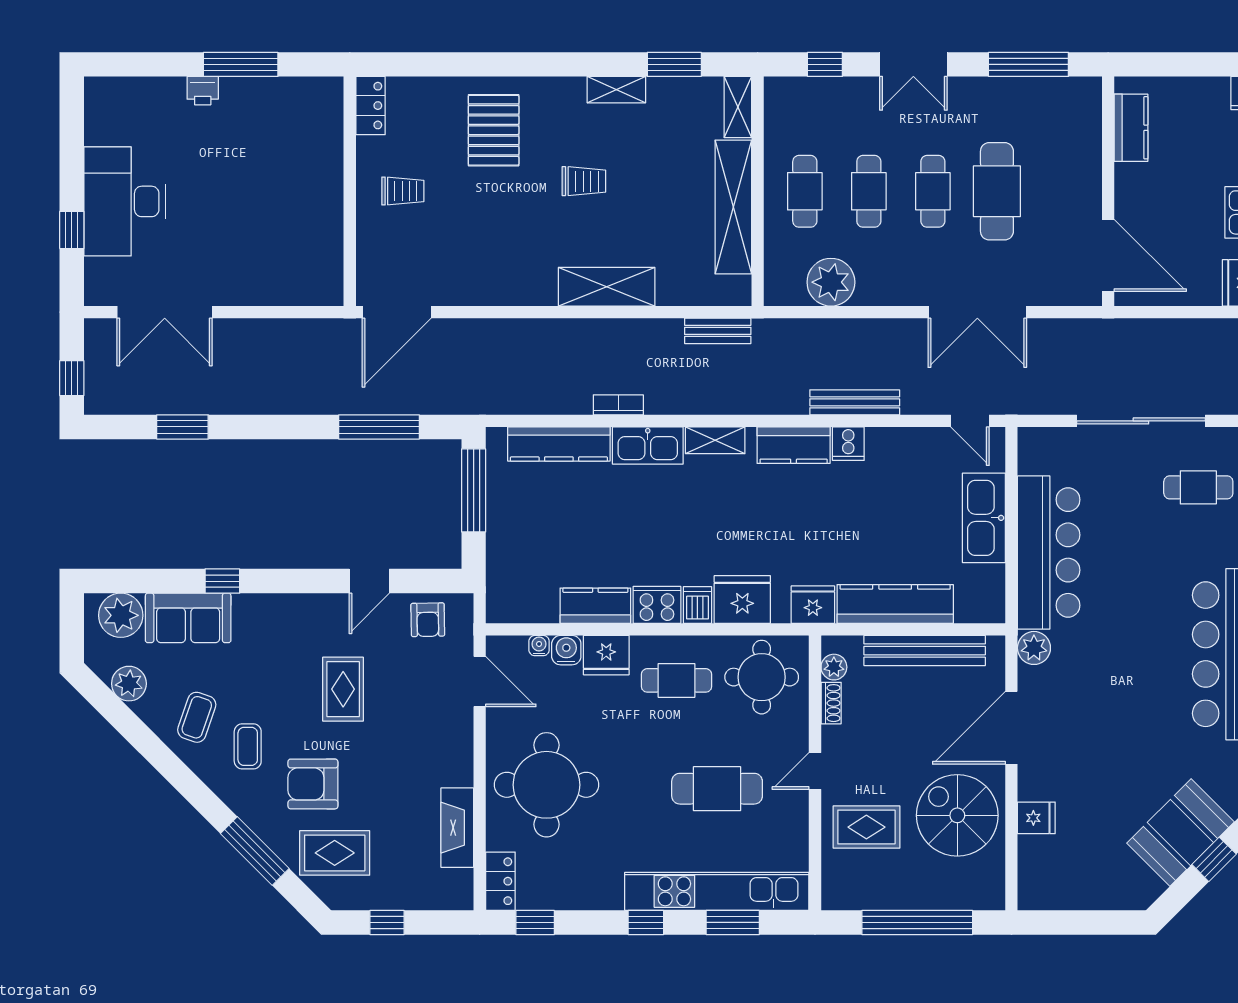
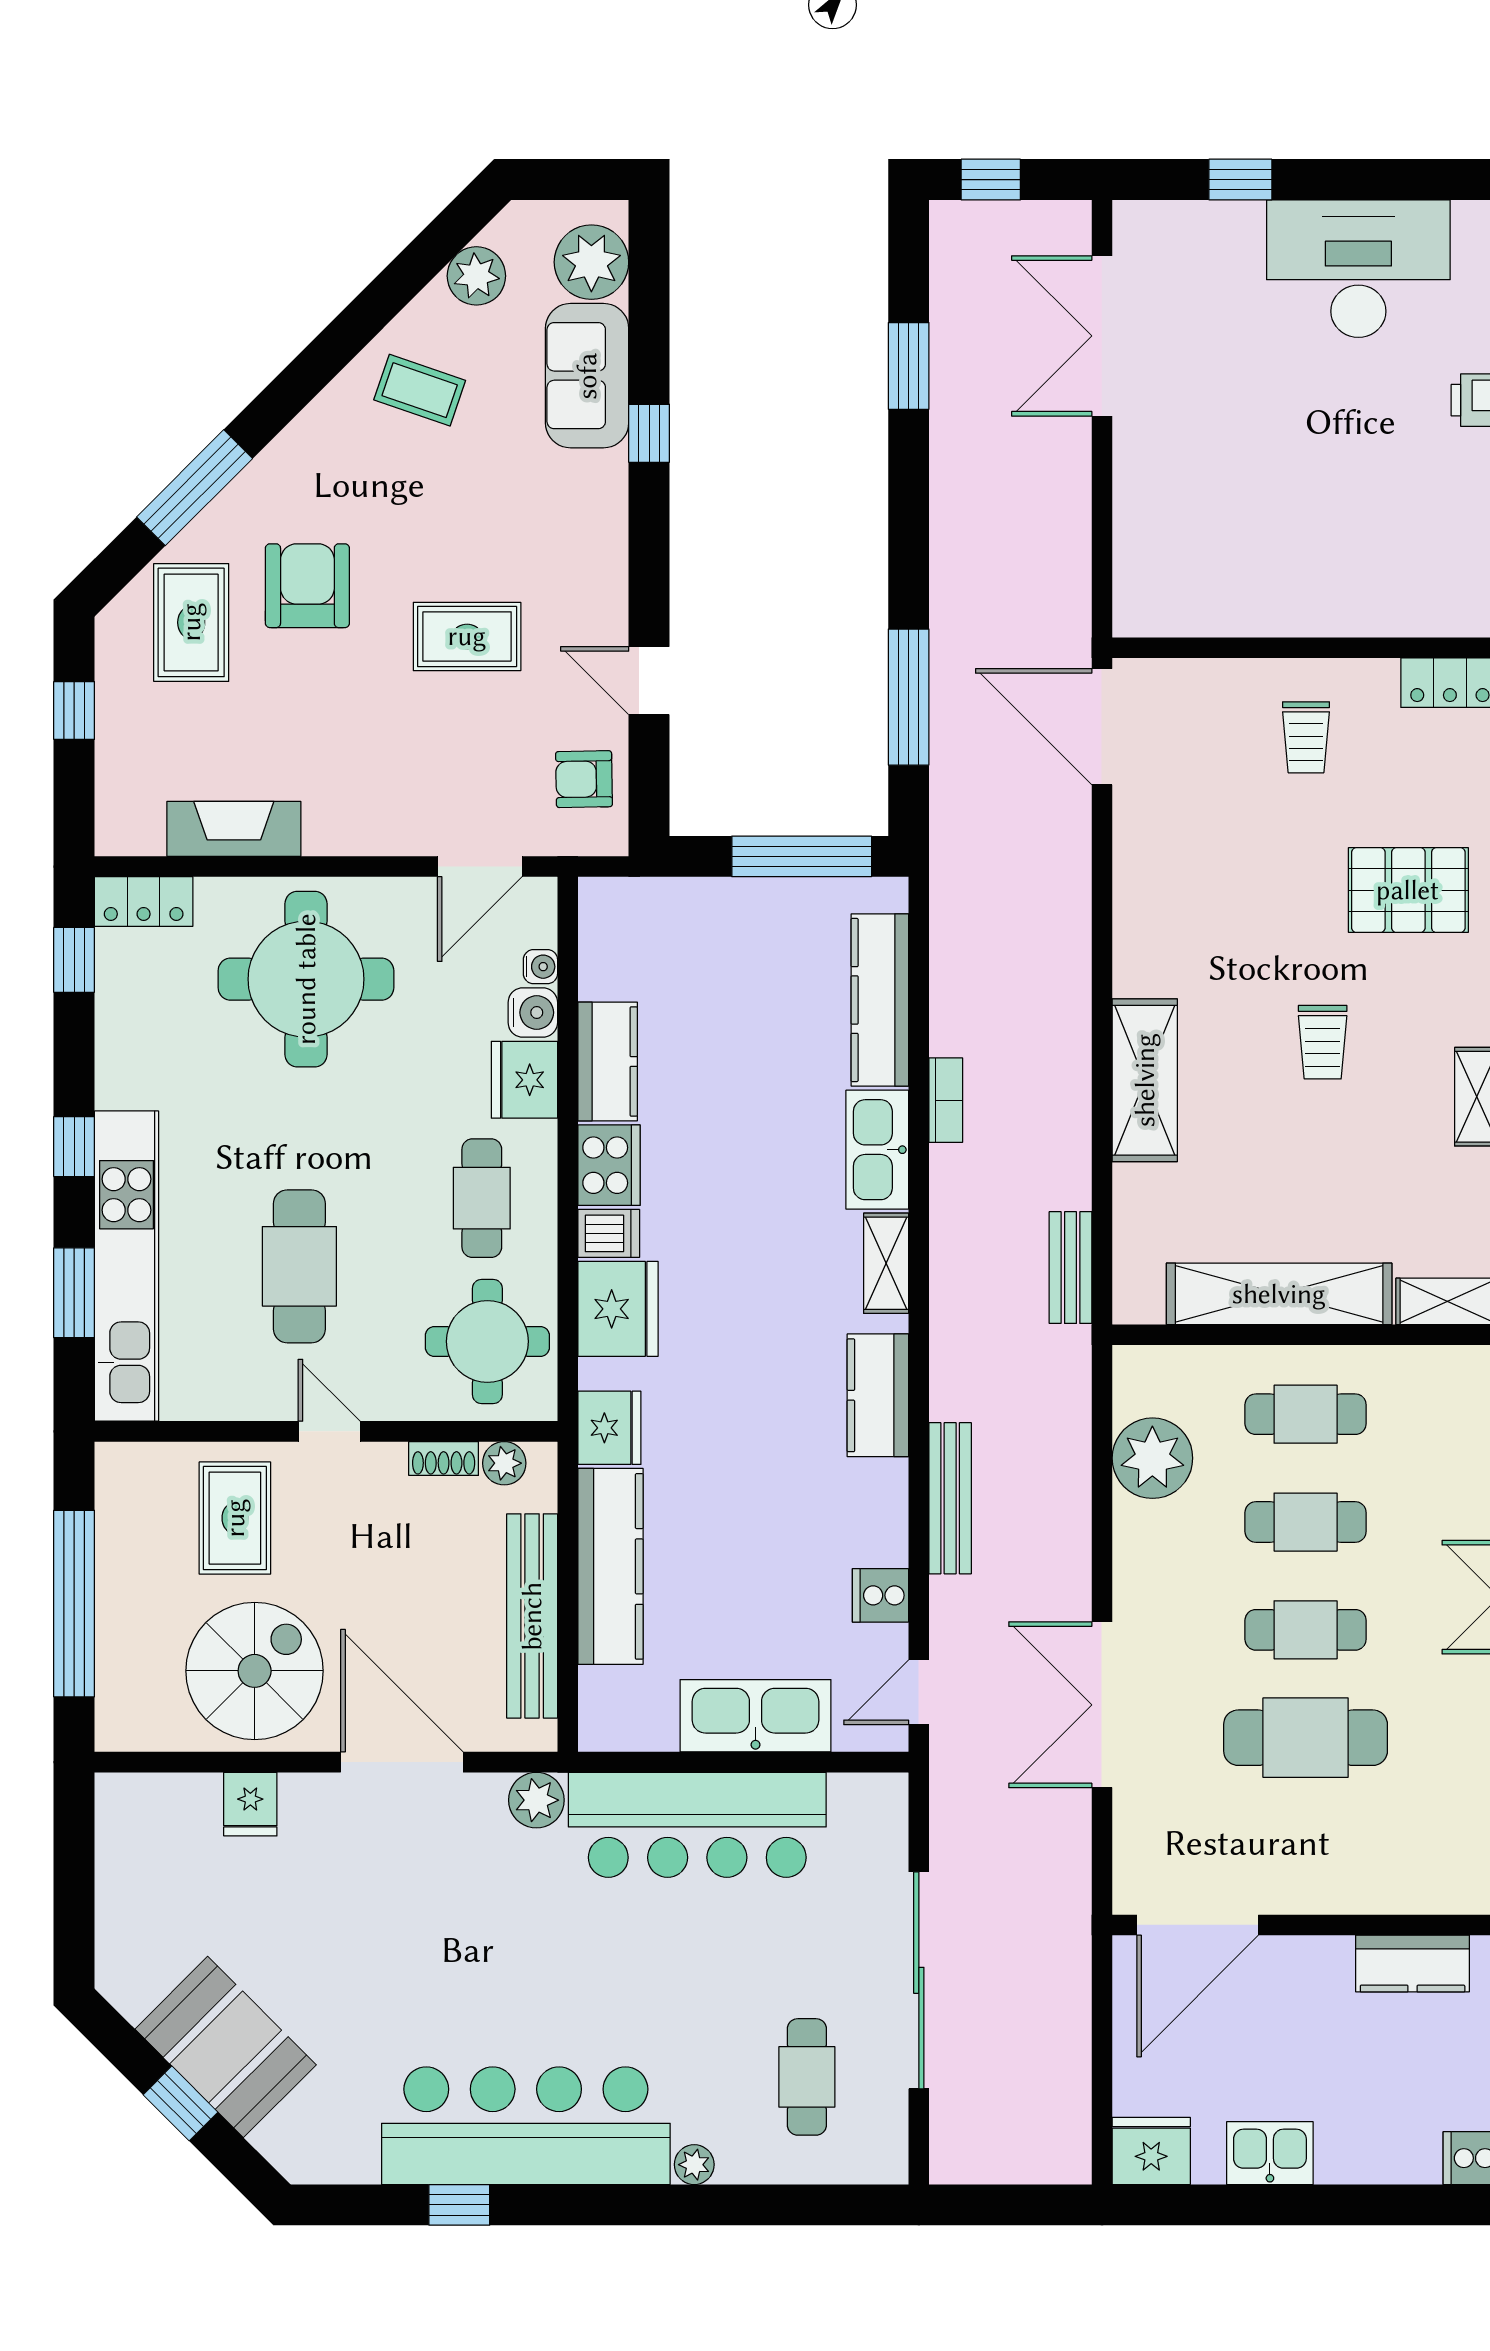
desk: (125, 201) -> (1358, 269), moved
cooker: (848, 444) -> (880, 1595), moved
coffee table: (248, 746) -> (371, 476), removed

